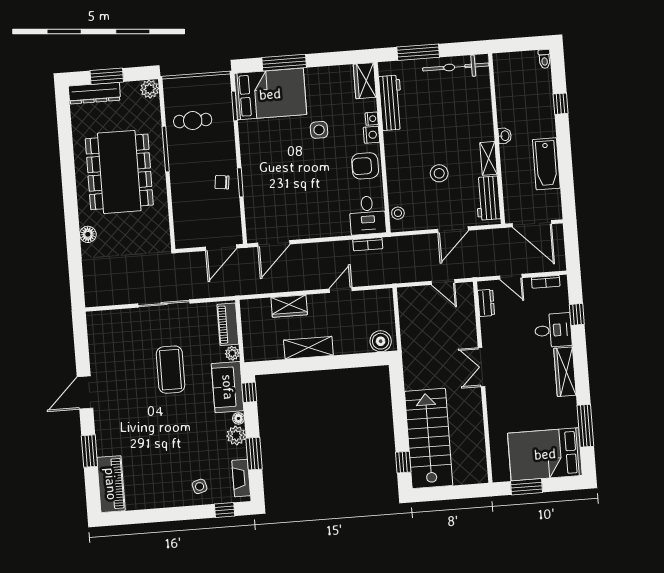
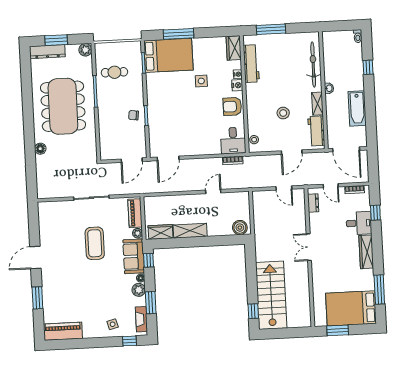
bicycle: (456, 67) -> (313, 65), moved, turned 90
wardrobe: (289, 306) -> (160, 232), moved, turned 180
piano: (111, 484) -> (63, 331), moved, turned -90

